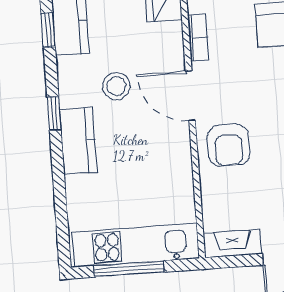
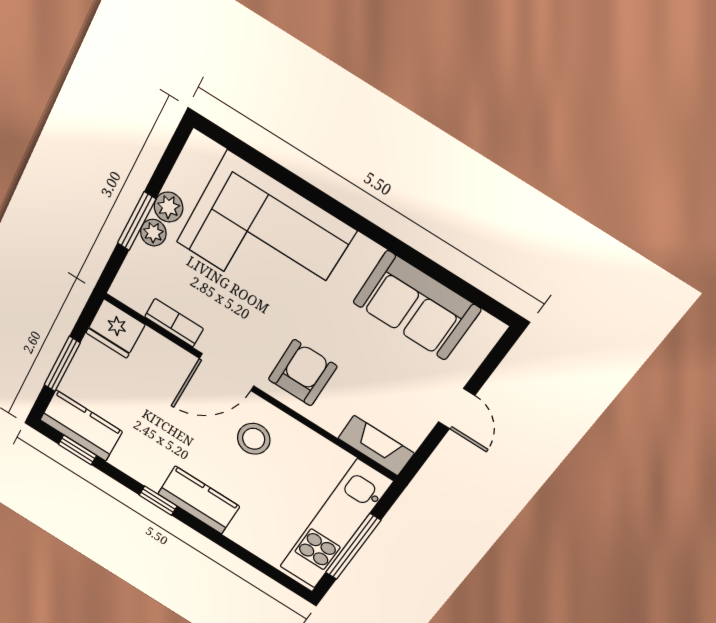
stool: (116, 86) -> (254, 439), moved
armchair: (229, 145) -> (303, 373), turned -90
fireplace: (233, 244) -> (376, 446), moved, turned 90

